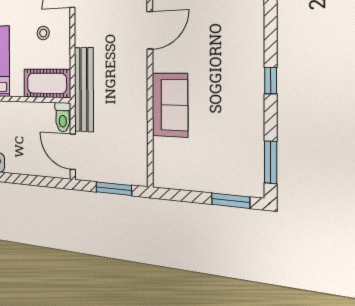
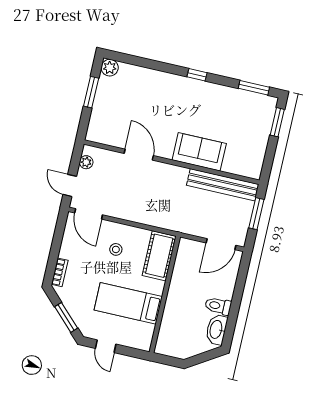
bench: (84, 90) -> (223, 185), moved
toilet: (63, 117) -> (218, 306), moved, turned 180

